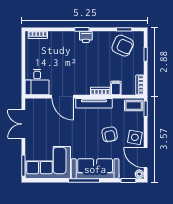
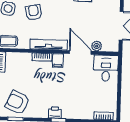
filing cabinet: (116, 88) -> (58, 60), moved
plant: (47, 103) -> (97, 46), added

